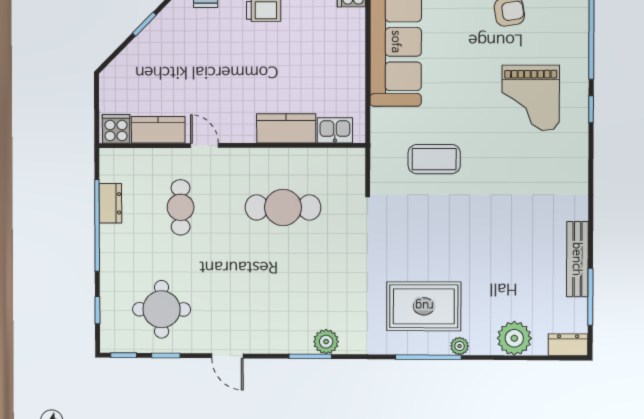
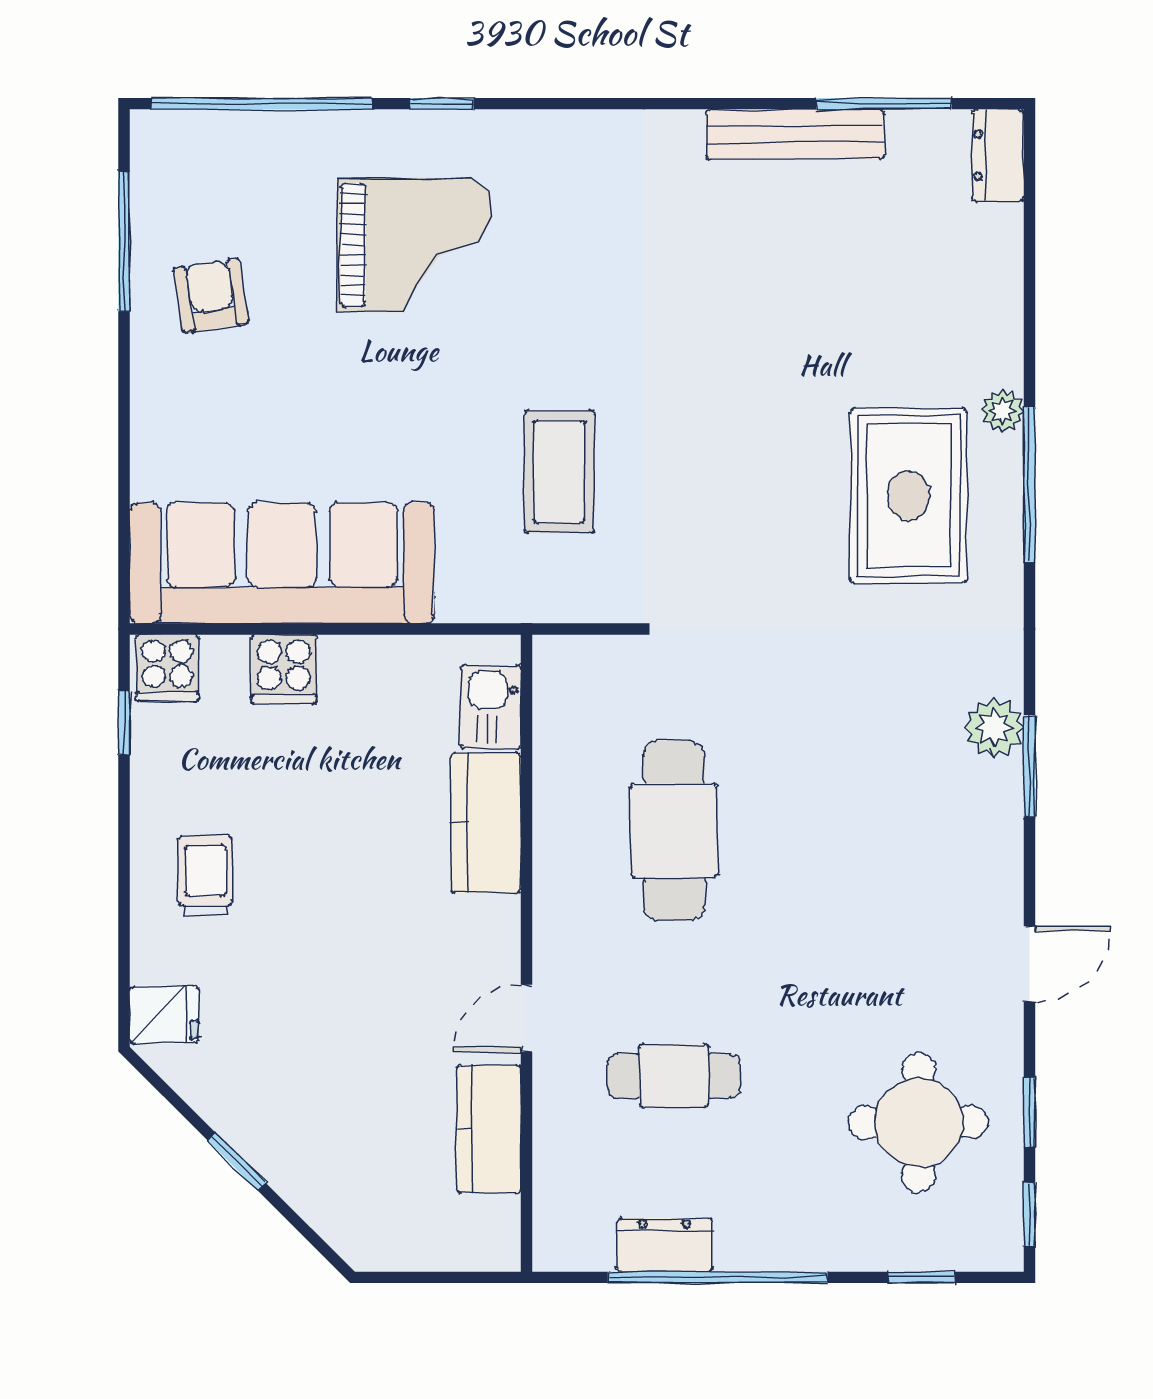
cooker: (116, 129) -> (284, 669), moved, turned -90
plant: (514, 338) -> (983, 282), removed

